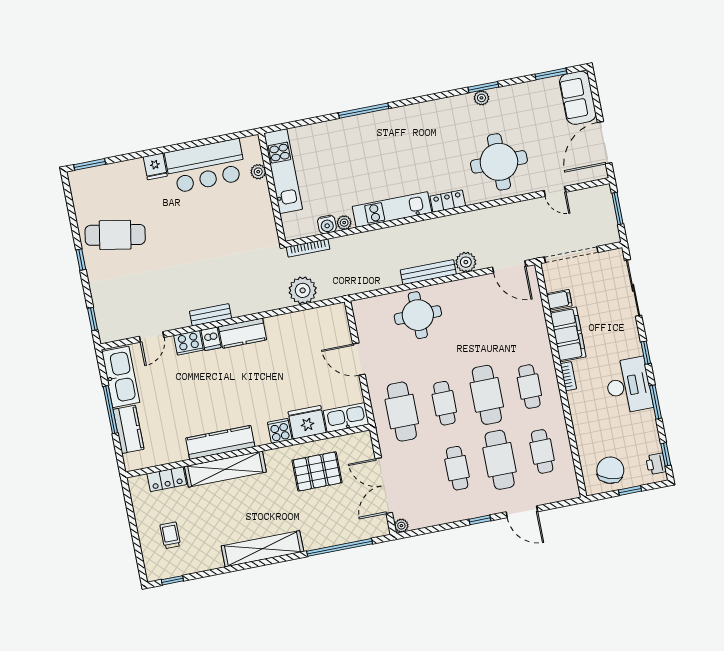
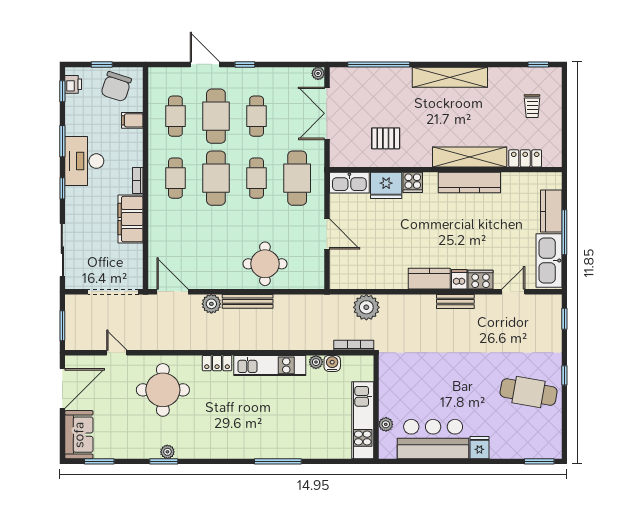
filing cabinet: (559, 300) -> (132, 120), moved
pallet: (317, 471) -> (386, 138), width x0.67, depth x0.71
double door: (384, 486) -> (327, 113), swing flipped

